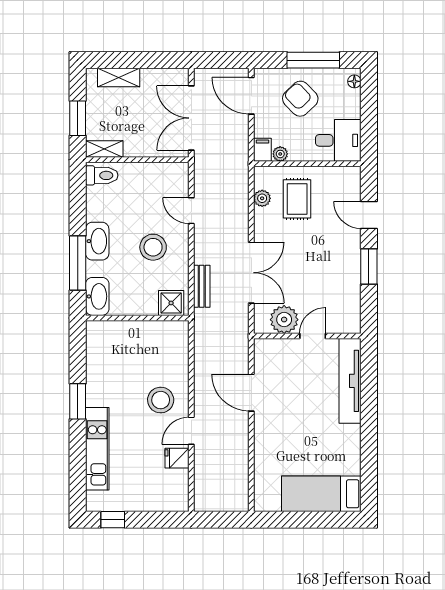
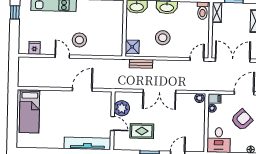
plant: (262, 198) -> (199, 98), moved
rug: (297, 199) -> (142, 131), moved
door: (191, 211) -> (197, 59), moved
double door: (251, 273) -> (159, 91), moved
fridge: (177, 458) -> (34, 48), moved
bed: (321, 494) -> (30, 111), moved, turned 180

